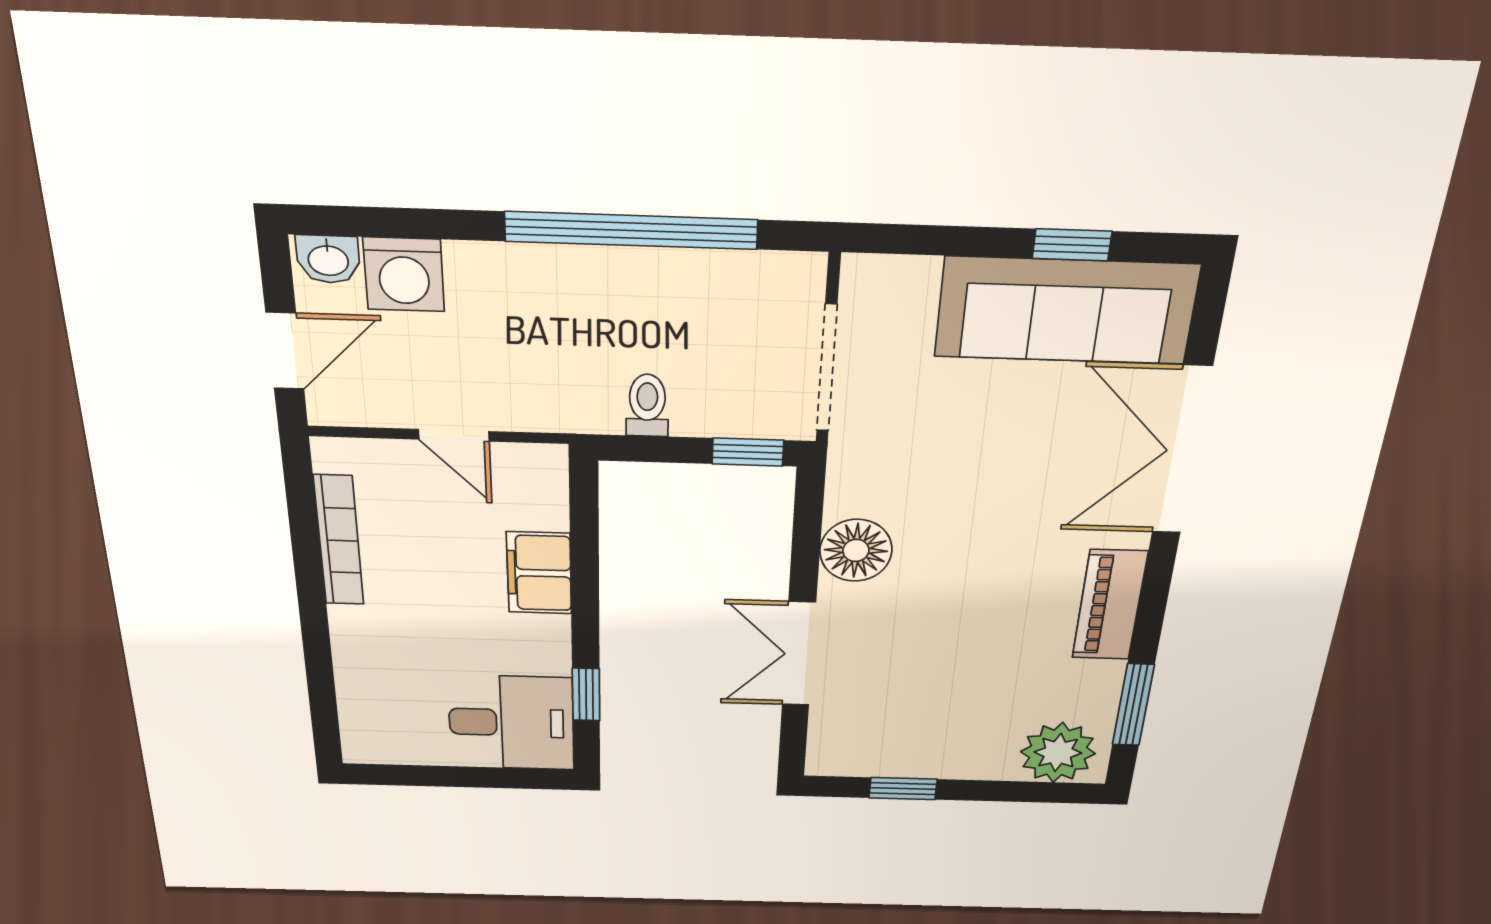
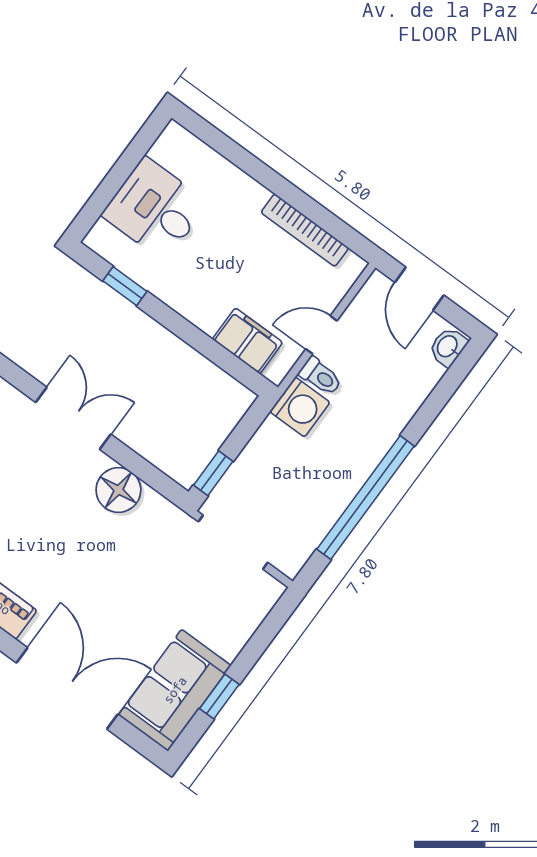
washing machine: (404, 275) -> (300, 407), moved, turned 180
sofa: (1066, 311) -> (175, 690), width x0.73
toilet: (647, 405) -> (320, 376), moved
filing cabinet: (539, 573) -> (247, 341), moved
desk: (511, 723) -> (155, 209), moved, turned 90

